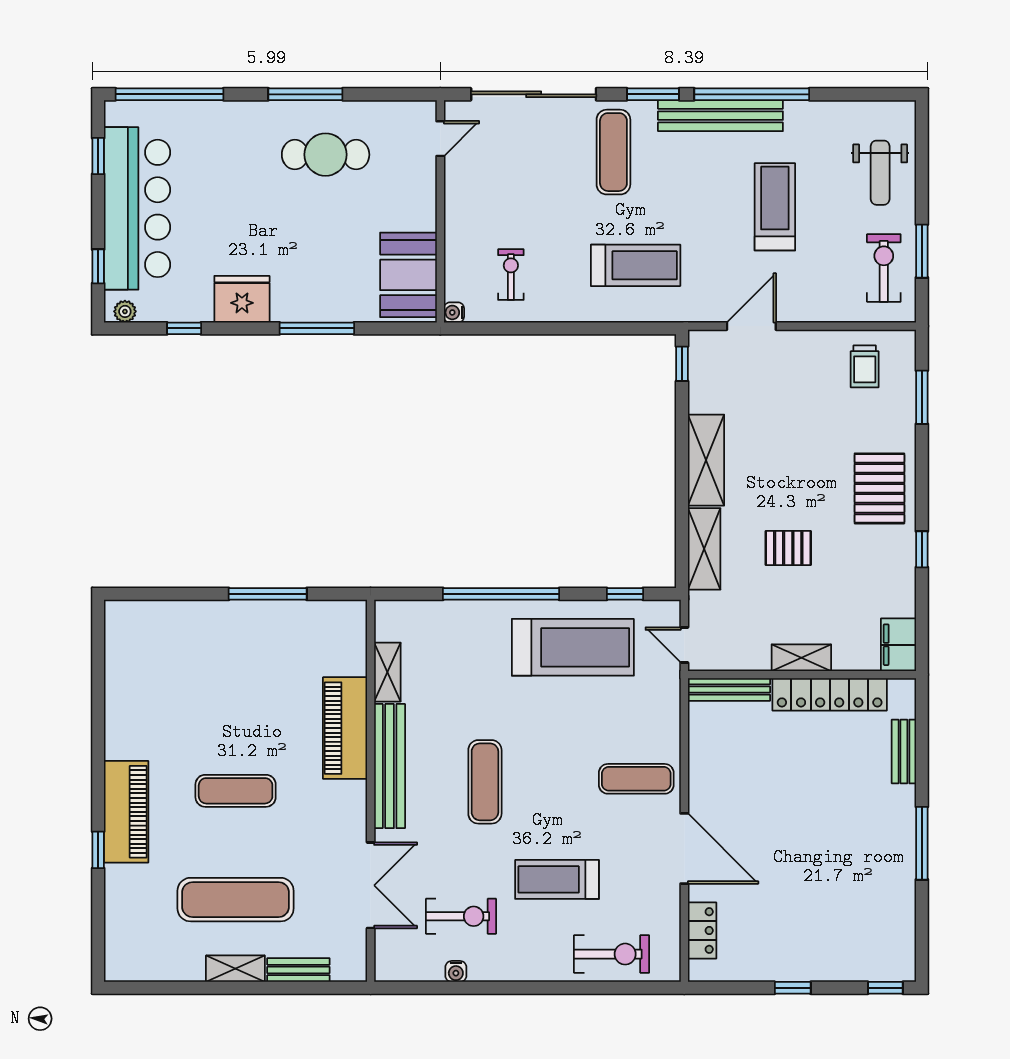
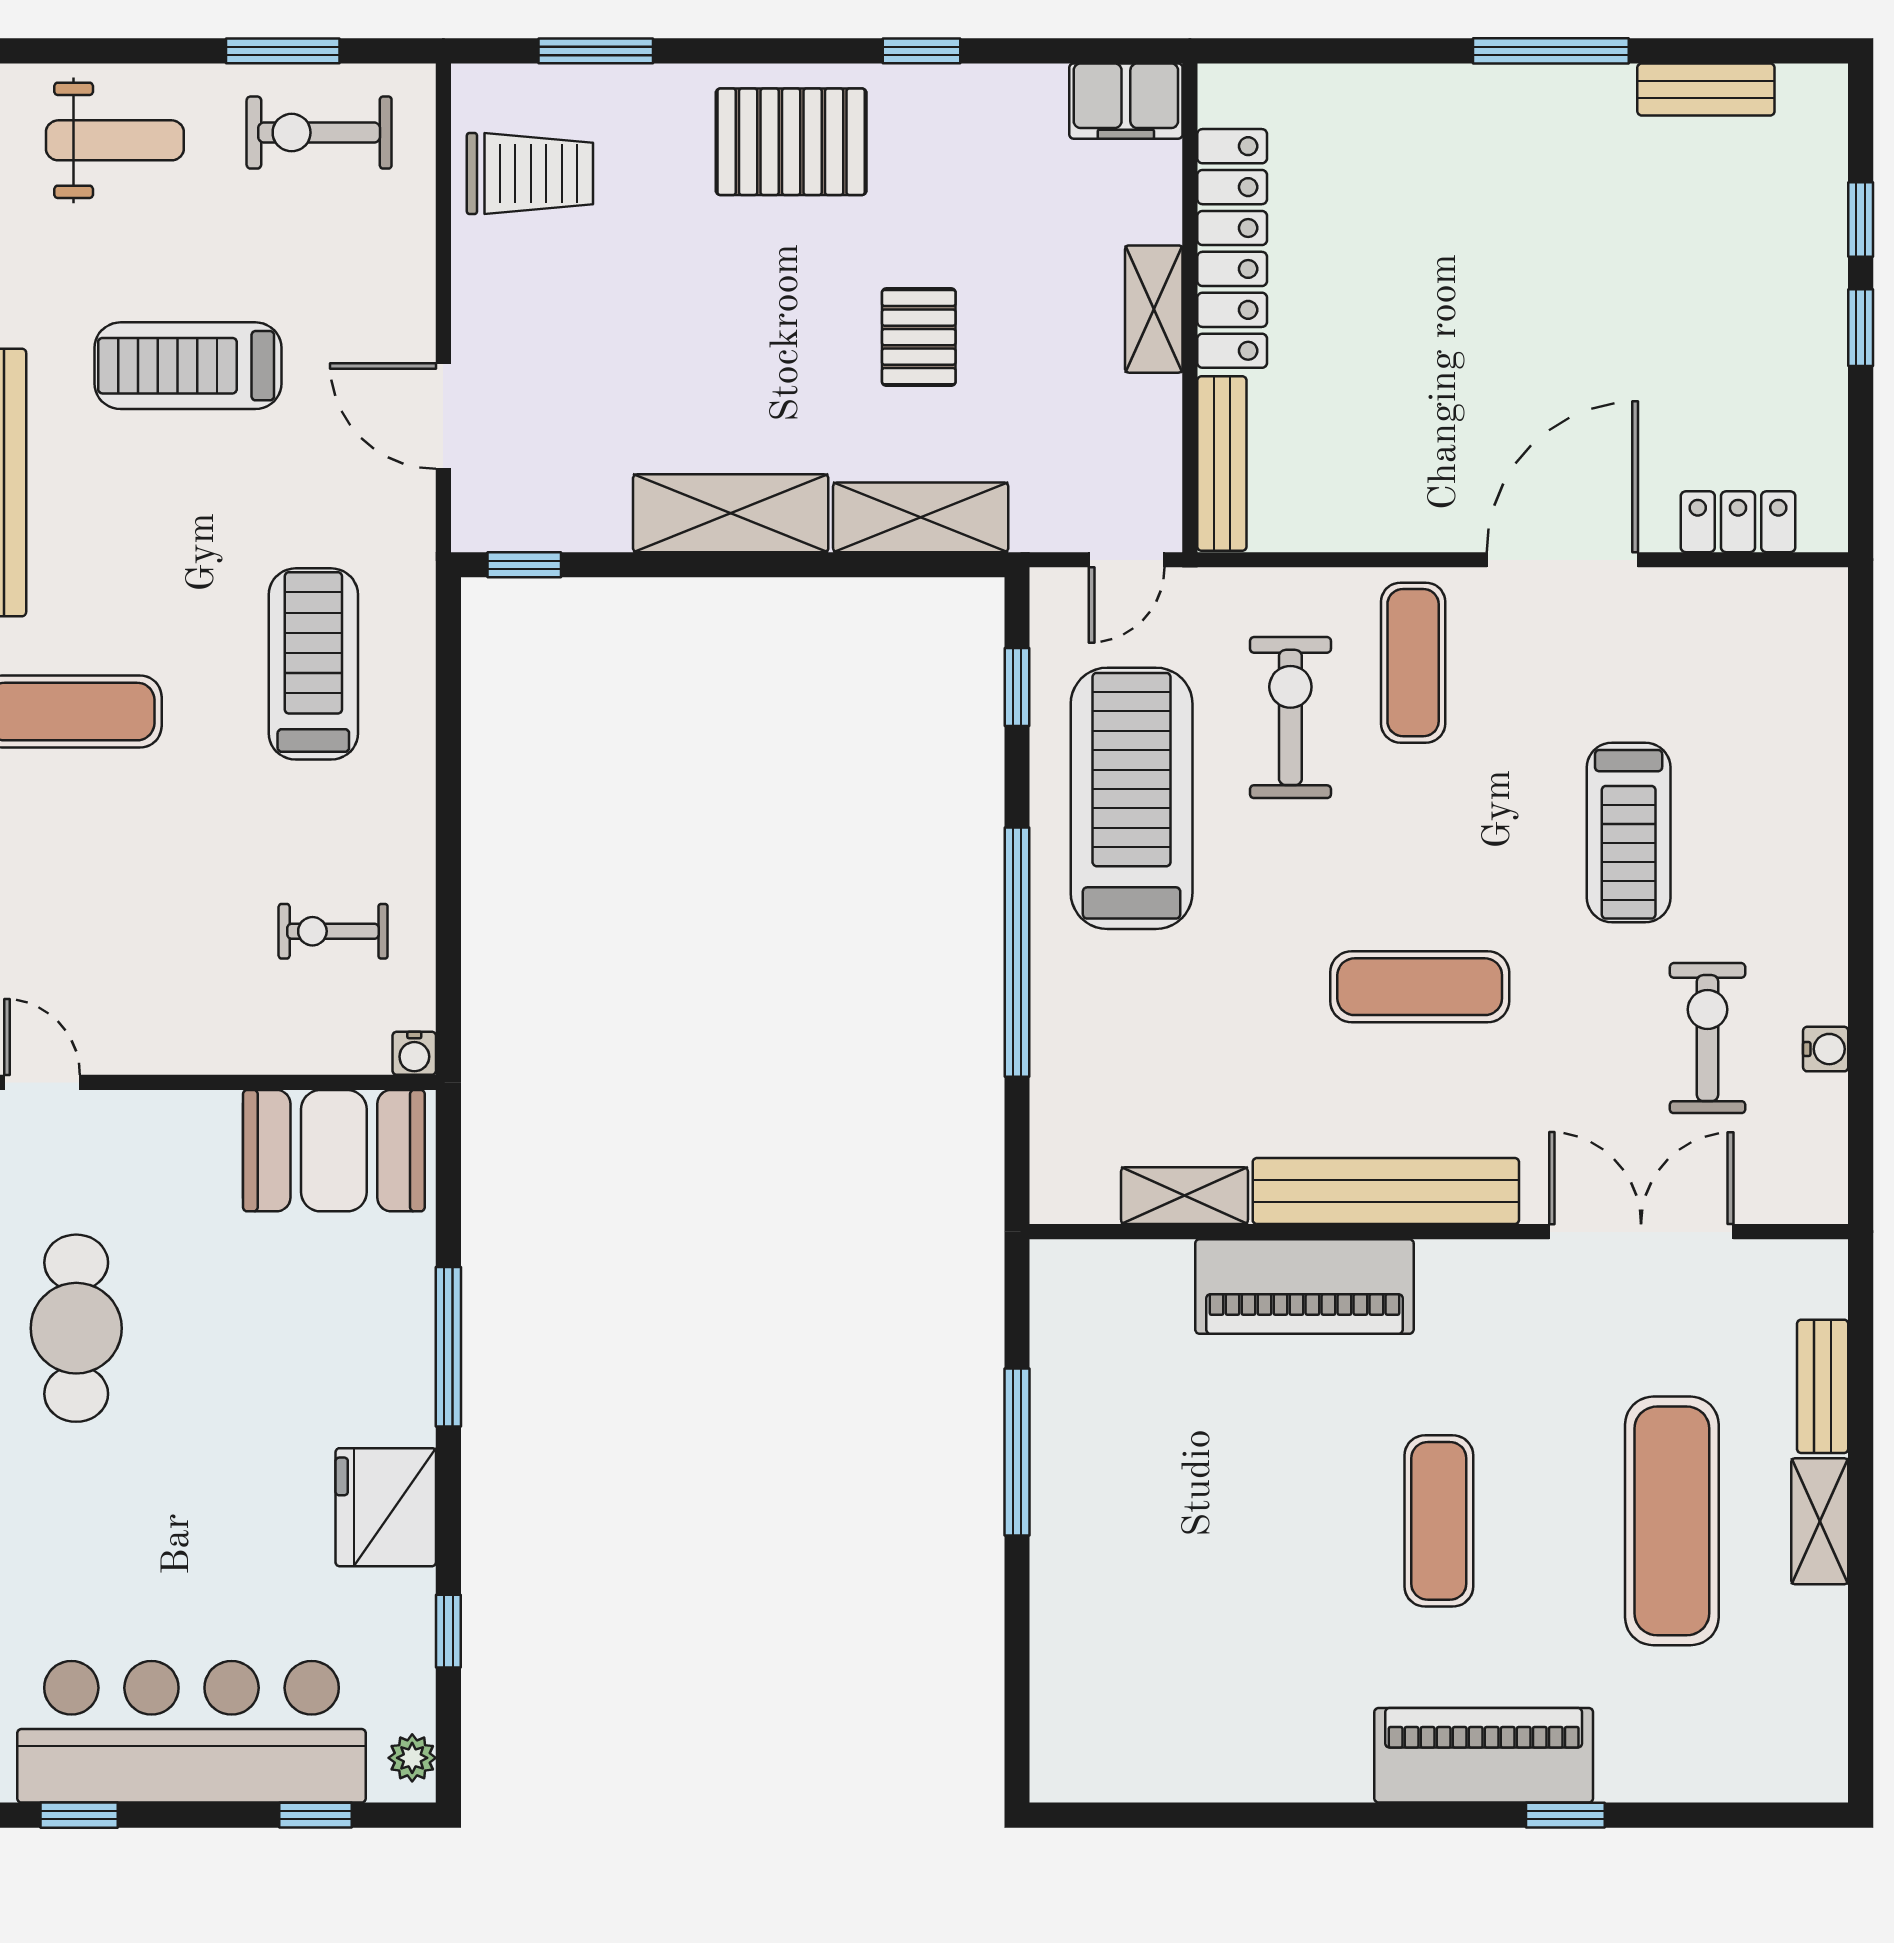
trolley: (865, 366) -> (530, 173), width x1.36, depth x1.39
bench: (904, 751) -> (1706, 89), moved
exercise bike: (612, 954) -> (1290, 717), moved
window: (885, 988) -> (1861, 219), moved

